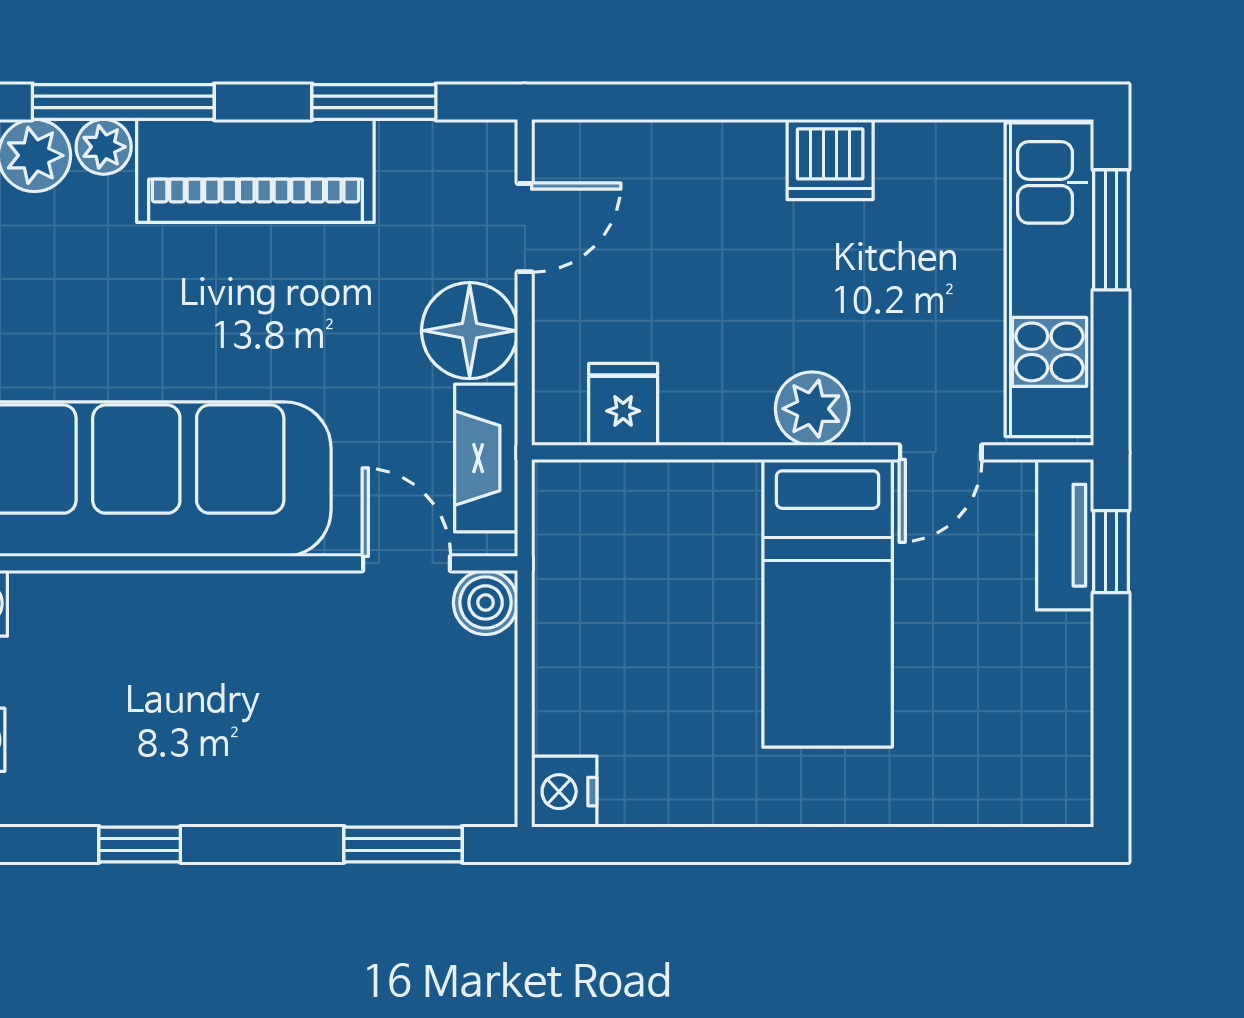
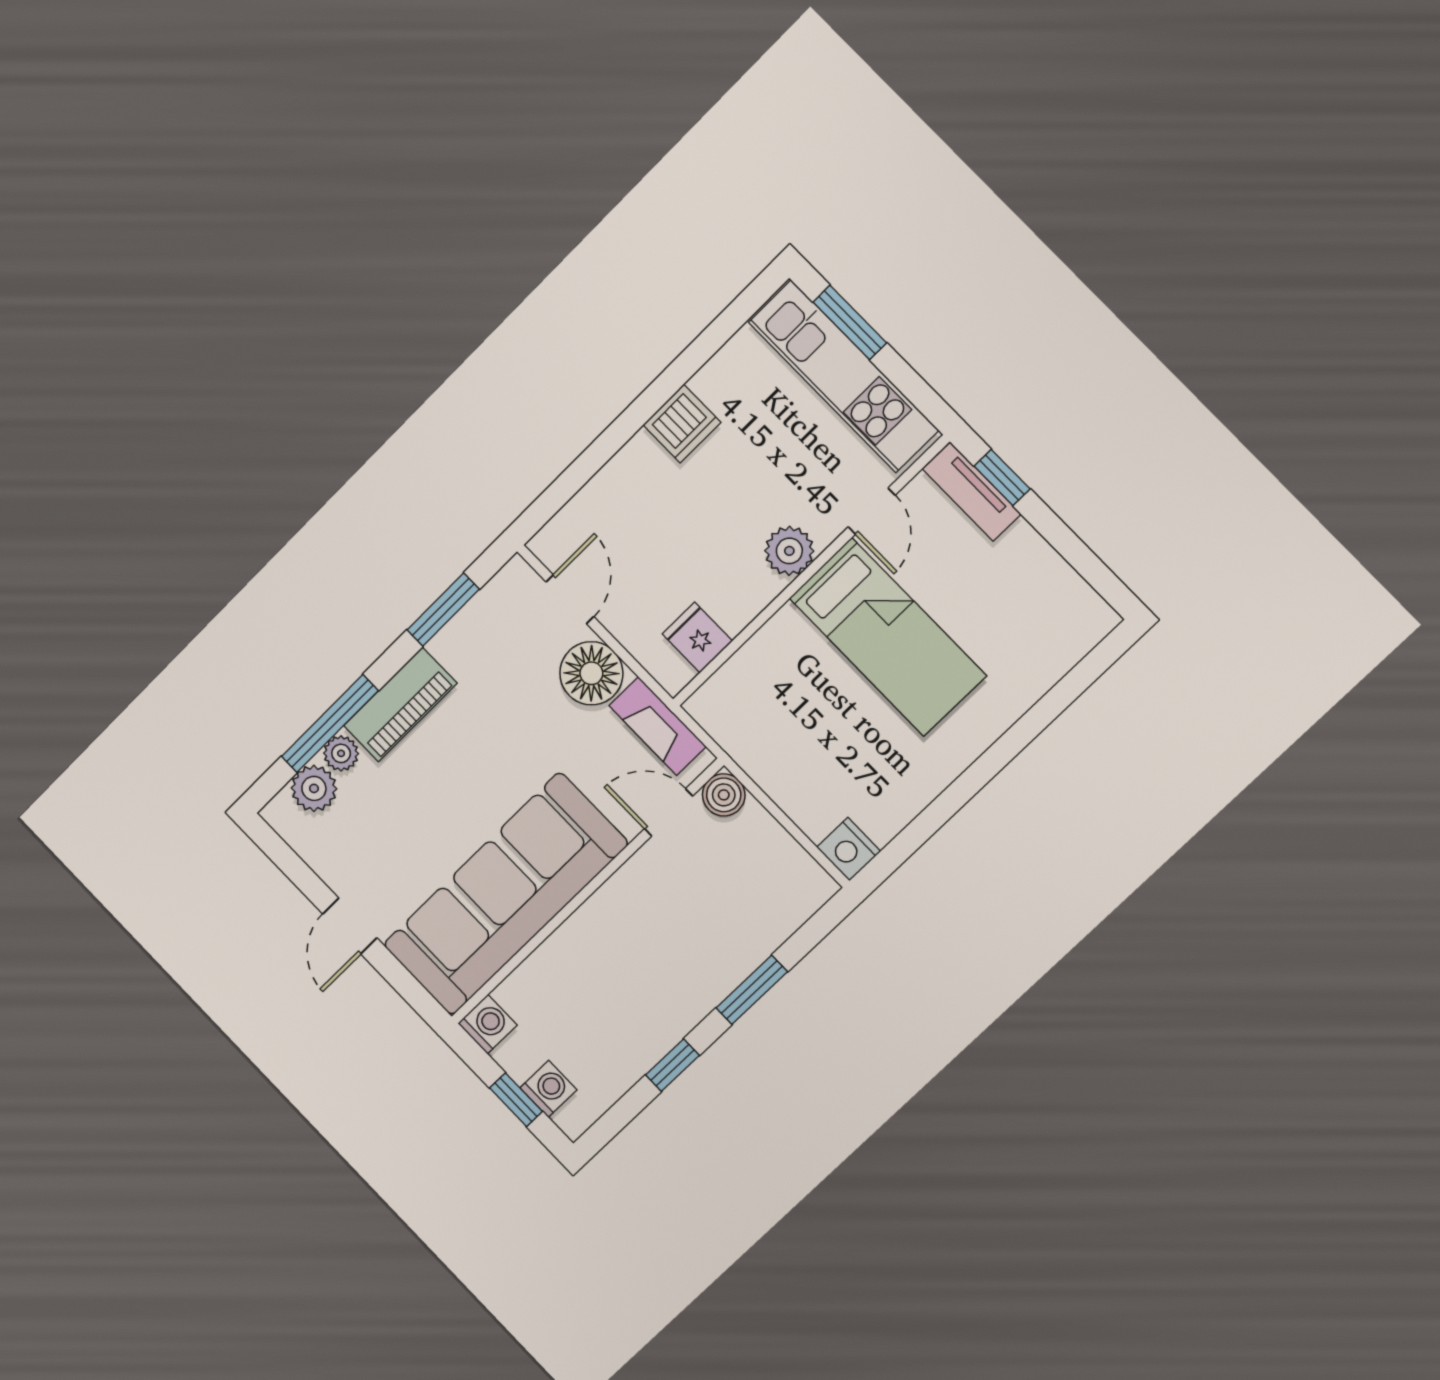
piano: (255, 171) -> (400, 705), width x0.73, depth x0.75
window: (403, 844) -> (752, 990), moved

